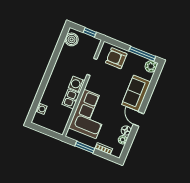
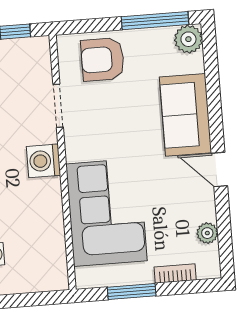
kitchen sink: (71, 99) -> (47, 200), removed
floor lamp: (126, 130) -> (204, 209), removed

